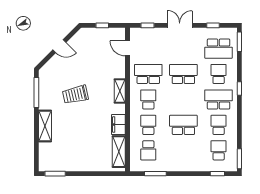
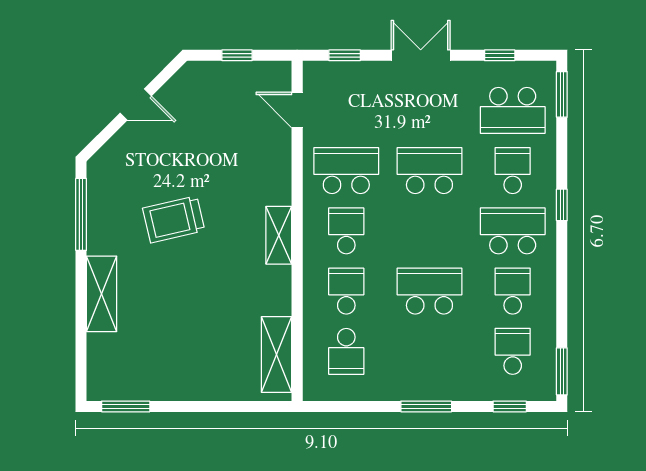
shelving: (120, 91) -> (279, 235), moved
filing cabinet: (118, 125) -> (276, 290), removed
window: (155, 174) -> (426, 406), moved

